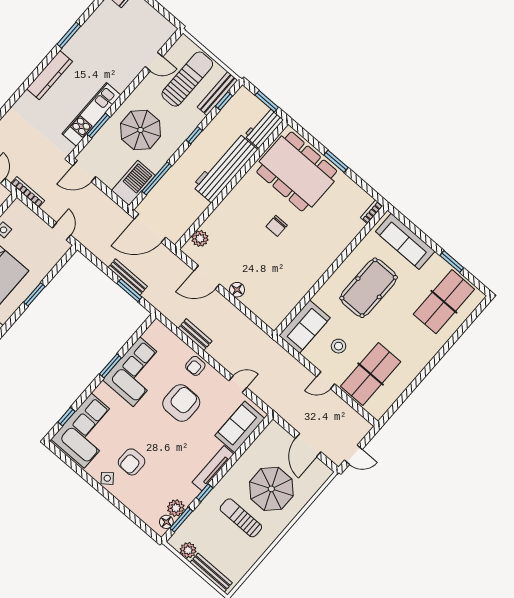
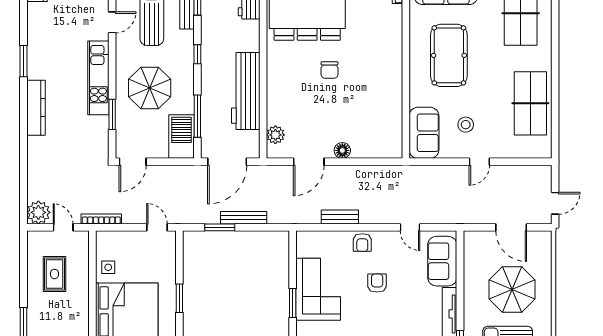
kitchen unit: (91, 114) -> (98, 78), moved
workbench: (225, 168) -> (246, 91), moved
window: (129, 290) -> (220, 227), moved
table tennis table: (371, 374) -> (530, 103), moved
door: (238, 384) -> (410, 227), swing flipped
armchair: (181, 403) -> (377, 283), width x0.53, depth x0.53

